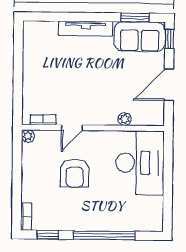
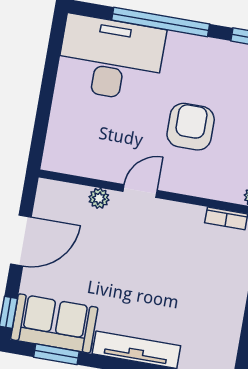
door: (72, 128) -> (140, 191), moved
desk: (140, 163) -> (111, 58), moved, turned 90

